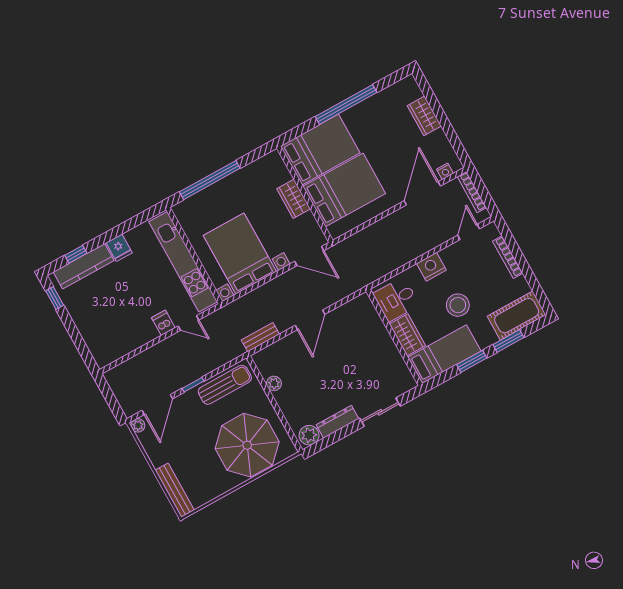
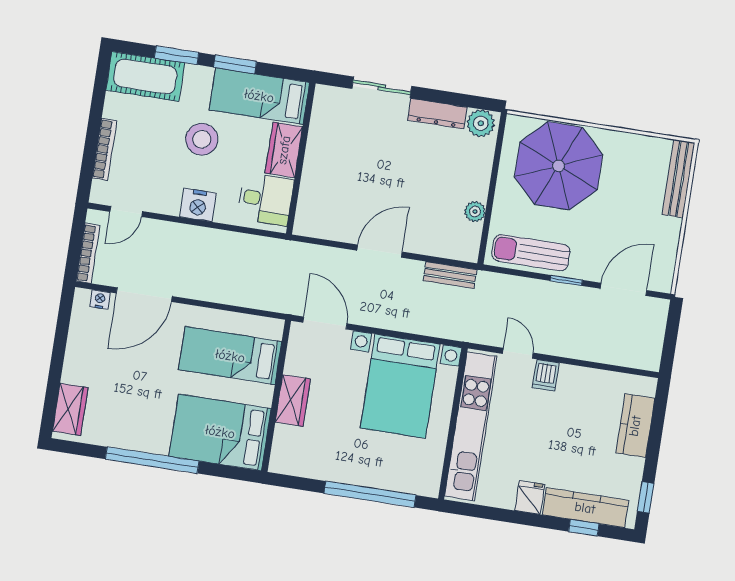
wardrobe: (424, 116) -> (70, 409), moved
bed: (344, 190) -> (230, 356), width x0.67
kitchen counter: (91, 334) -> (635, 426), added
plant: (138, 425) -> (663, 283), removed

